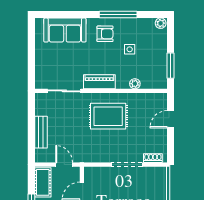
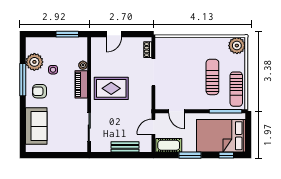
plant: (161, 23) -> (34, 62), moved, width x1.87, depth x1.87
armchair: (105, 34) -> (40, 91), turned -90
piano: (99, 82) -> (81, 84), moved
rug: (108, 116) -> (111, 88), turned 90
door: (171, 119) -> (114, 34), hinge flipped

